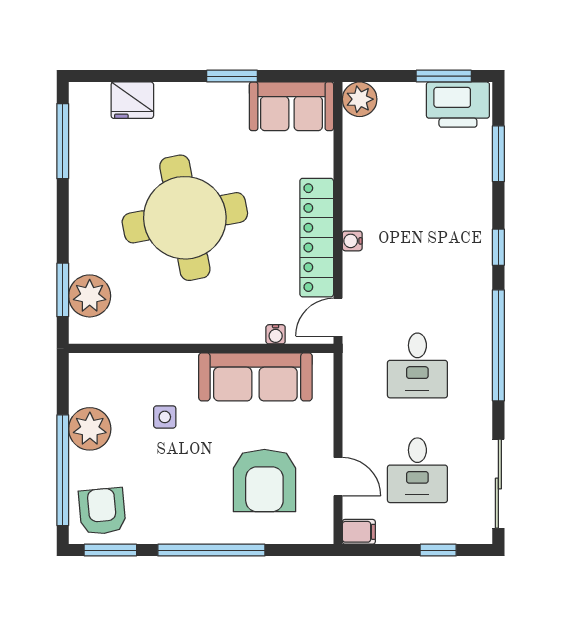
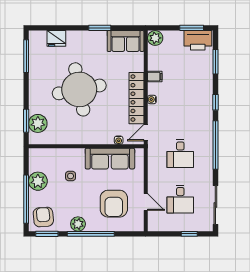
plant: (182, 527) -> (78, 224), added
filing cabinet: (359, 532) -> (155, 77), moved

